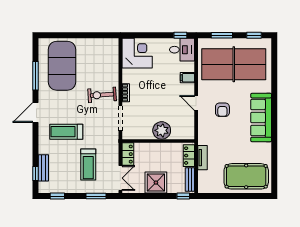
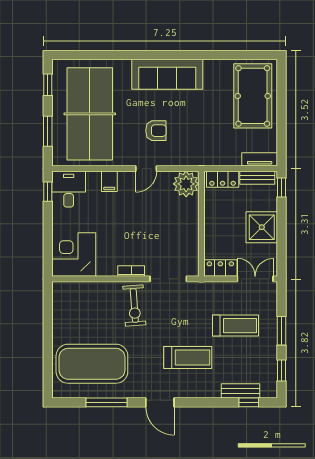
plant: (162, 130) -> (186, 184), moved
treadmill: (66, 132) -> (188, 358), turned -90
tv unit: (203, 158) -> (260, 159), moved
window: (96, 196) -> (281, 331), moved

